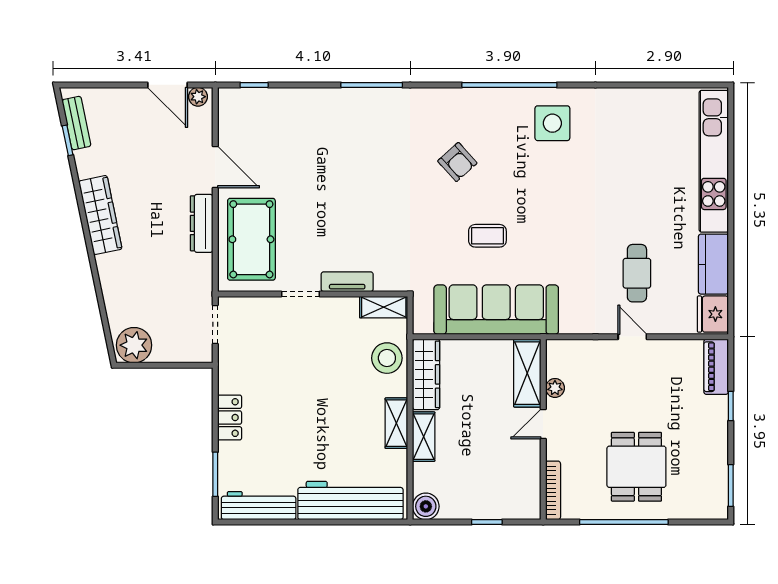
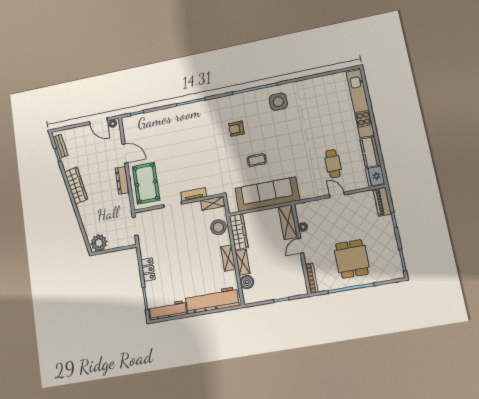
armchair: (457, 162) -> (236, 129), turned 132
boiler: (426, 506) -> (247, 282), moved

